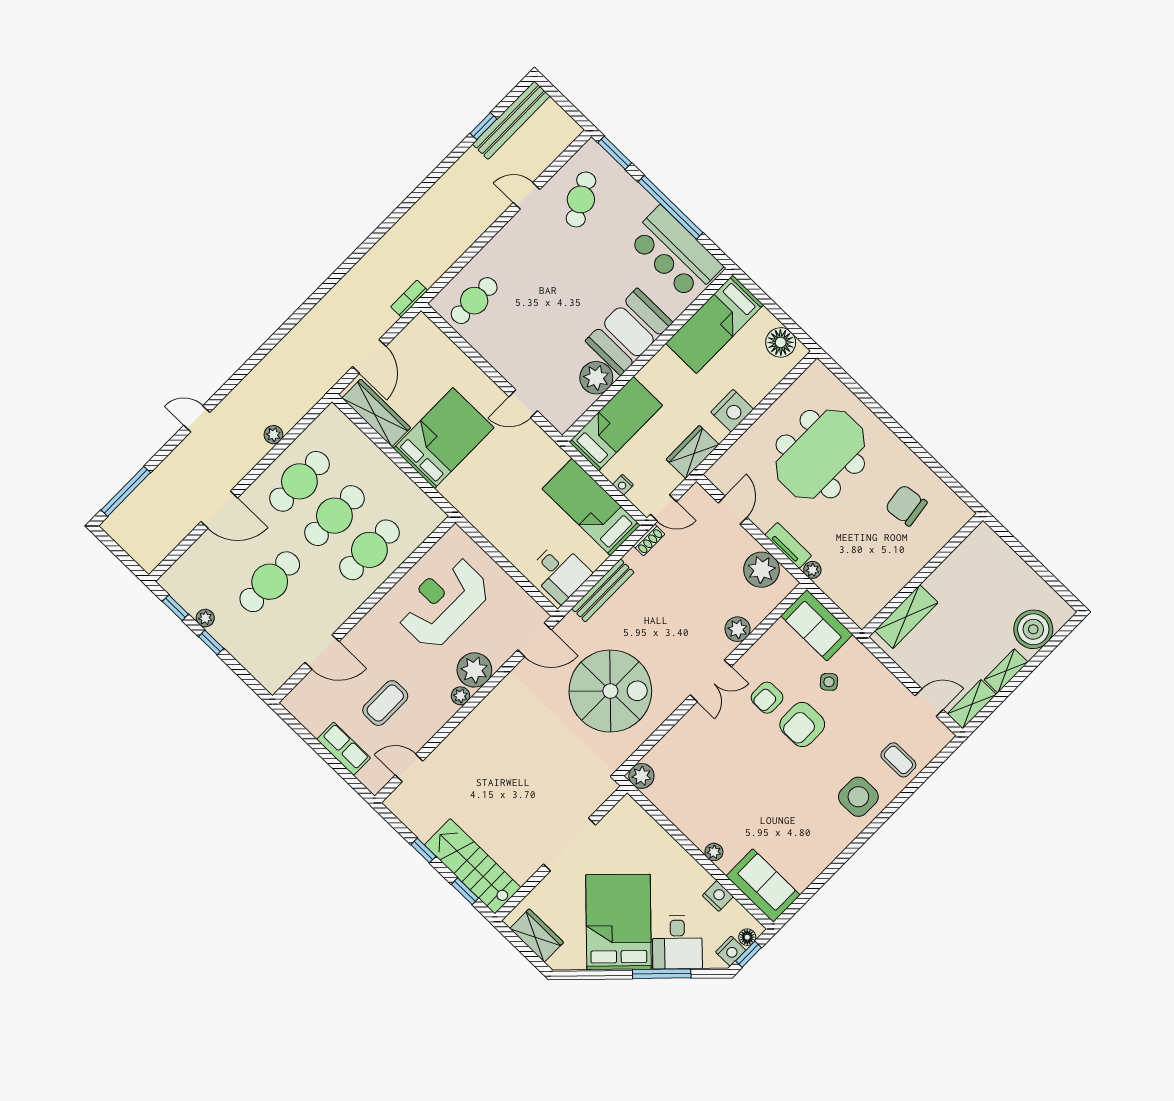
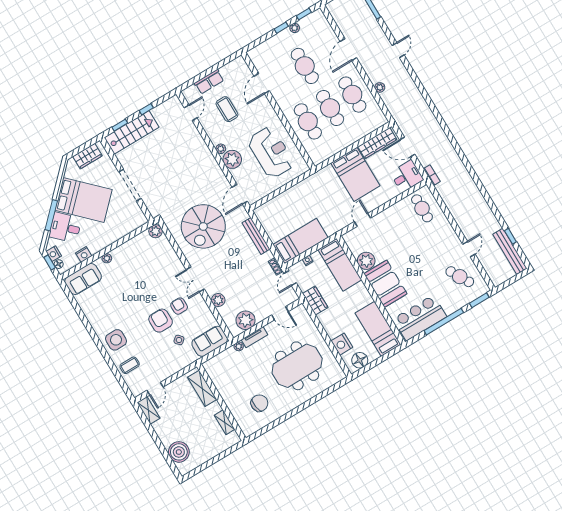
nightstand: (732, 411) -> (342, 344), moved
meeting table: (820, 454) -> (297, 366), turned 90
desk: (560, 572) -> (407, 176), moved, turned 180
shelving: (1006, 671) -> (225, 422), moved

